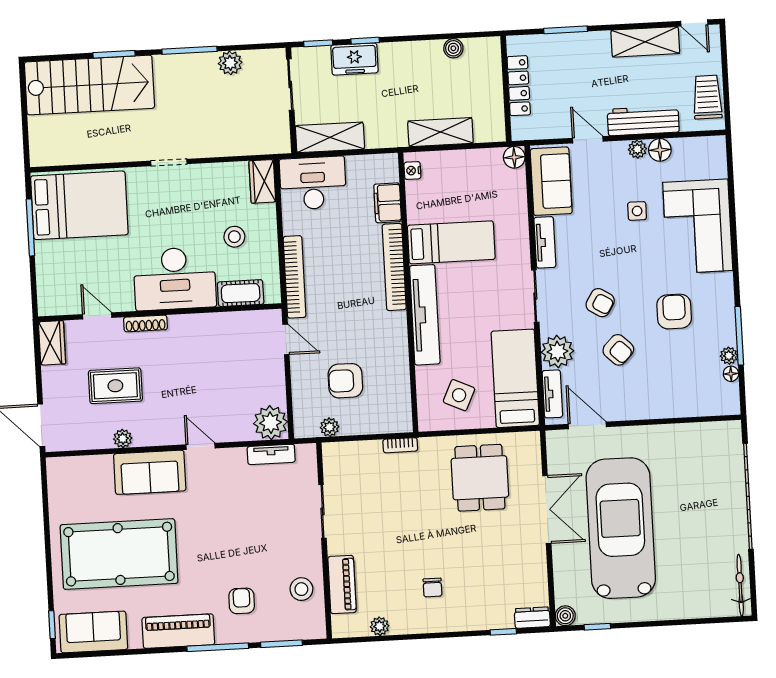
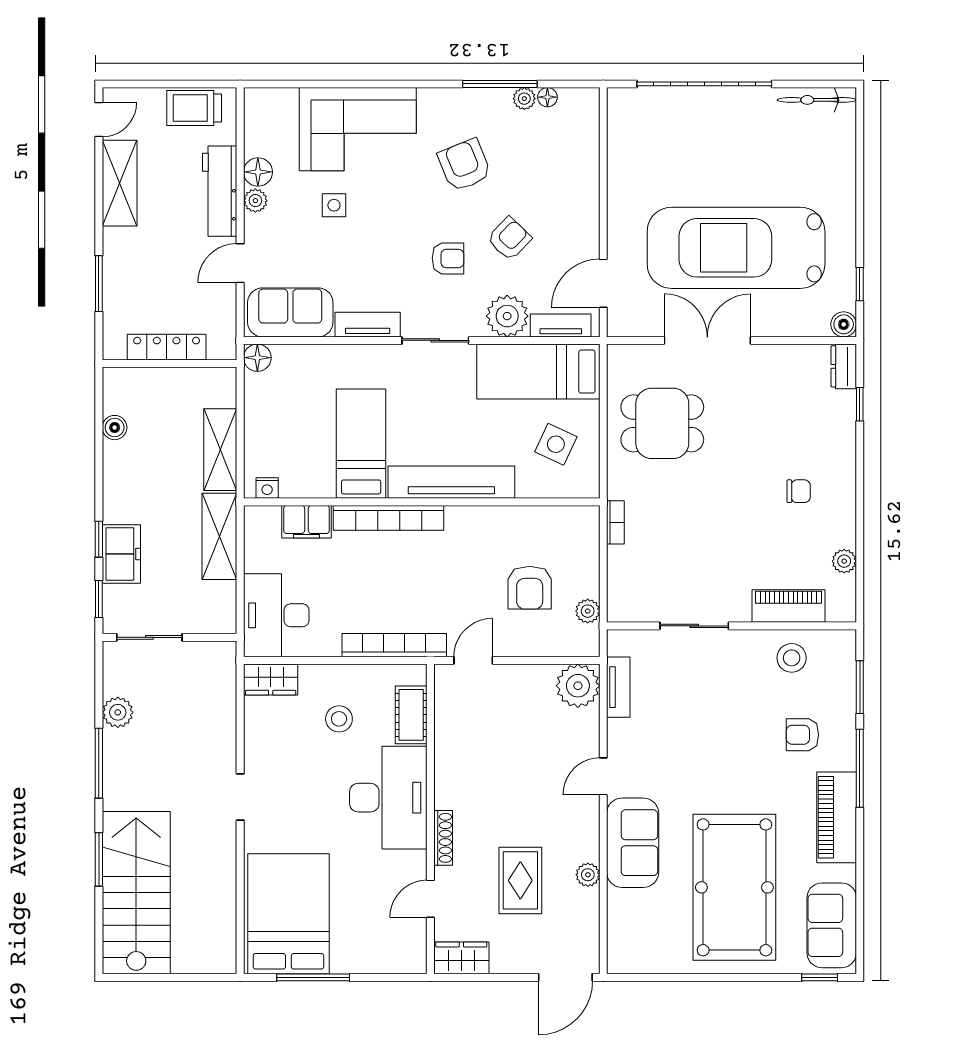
shelving: (330, 137) -> (219, 536), moved
armchair: (600, 303) -> (448, 258), turned 59
armchair: (674, 312) -> (464, 165), turned 68

